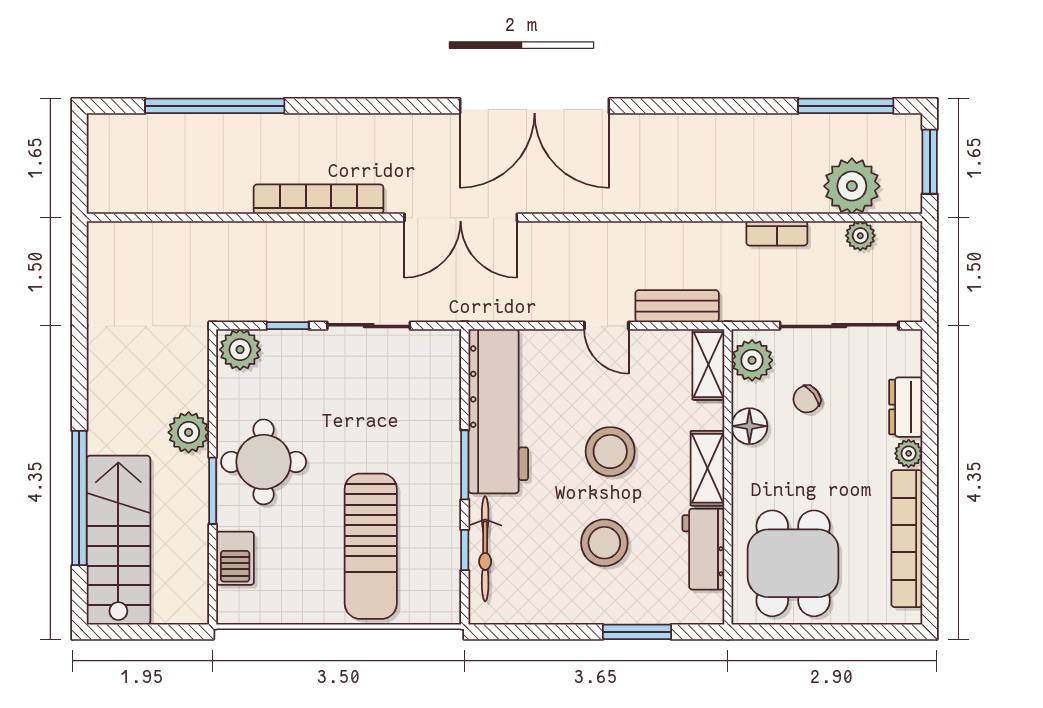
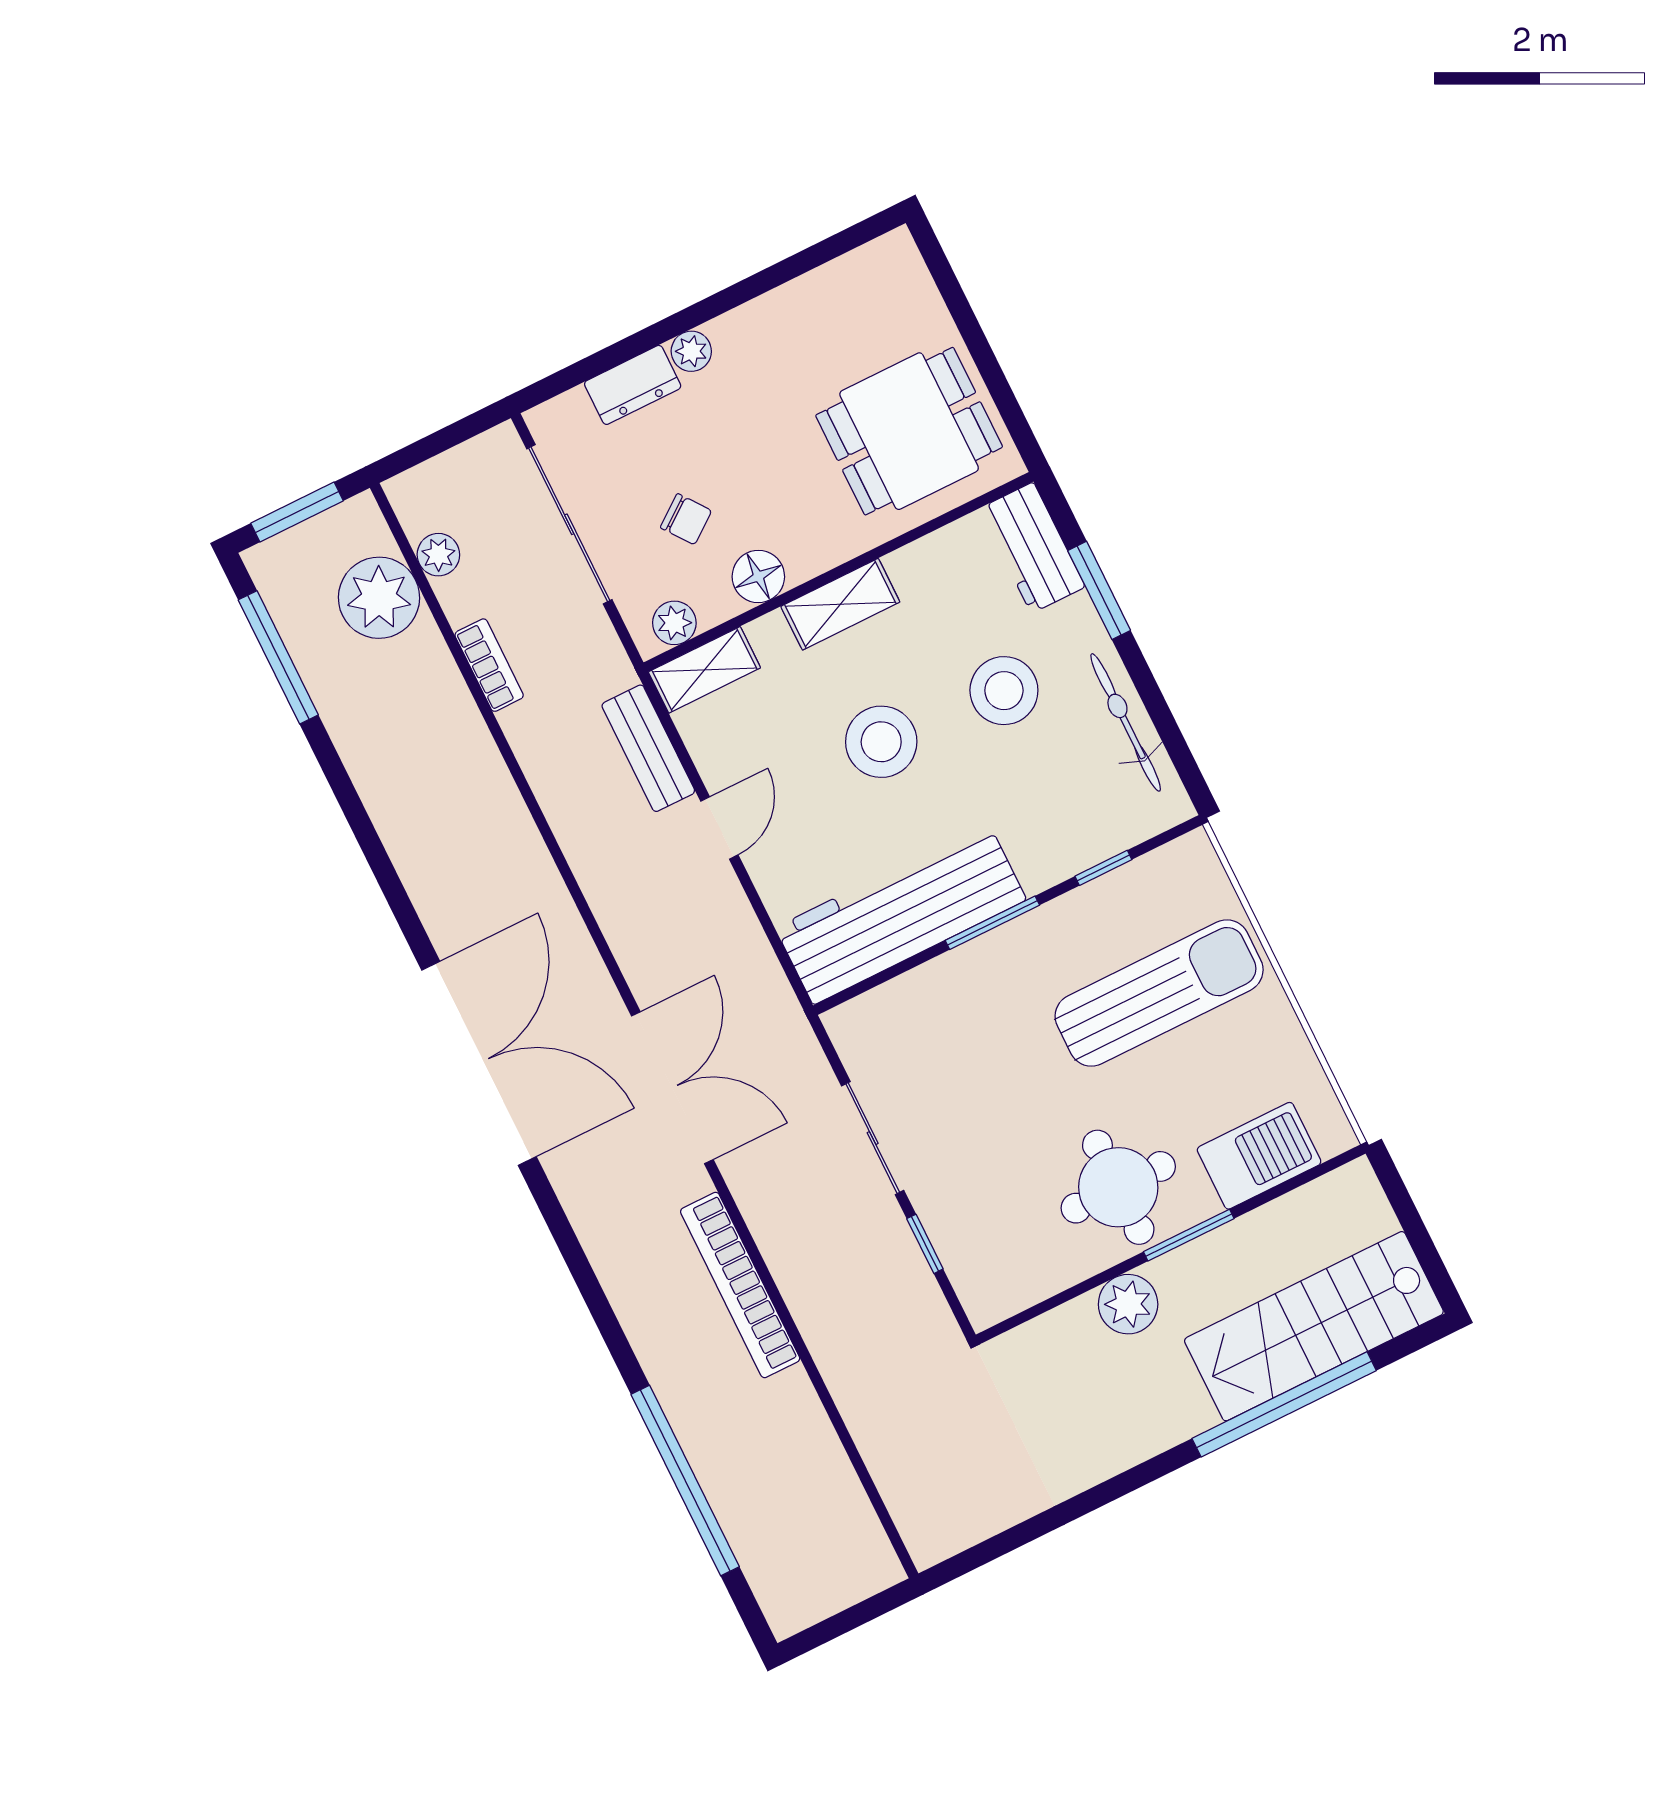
plant: (240, 350) -> (987, 1290), removed
plant: (752, 360) -> (674, 623), width x0.73, depth x0.73
bookcase: (907, 539) -> (804, 299), removed
bicycle: (485, 549) -> (1126, 722), moved, turned -90
workbench: (703, 549) -> (1032, 548), moved, turned 90
barbecue: (235, 558) -> (1259, 1156), width x1.38, depth x1.27

